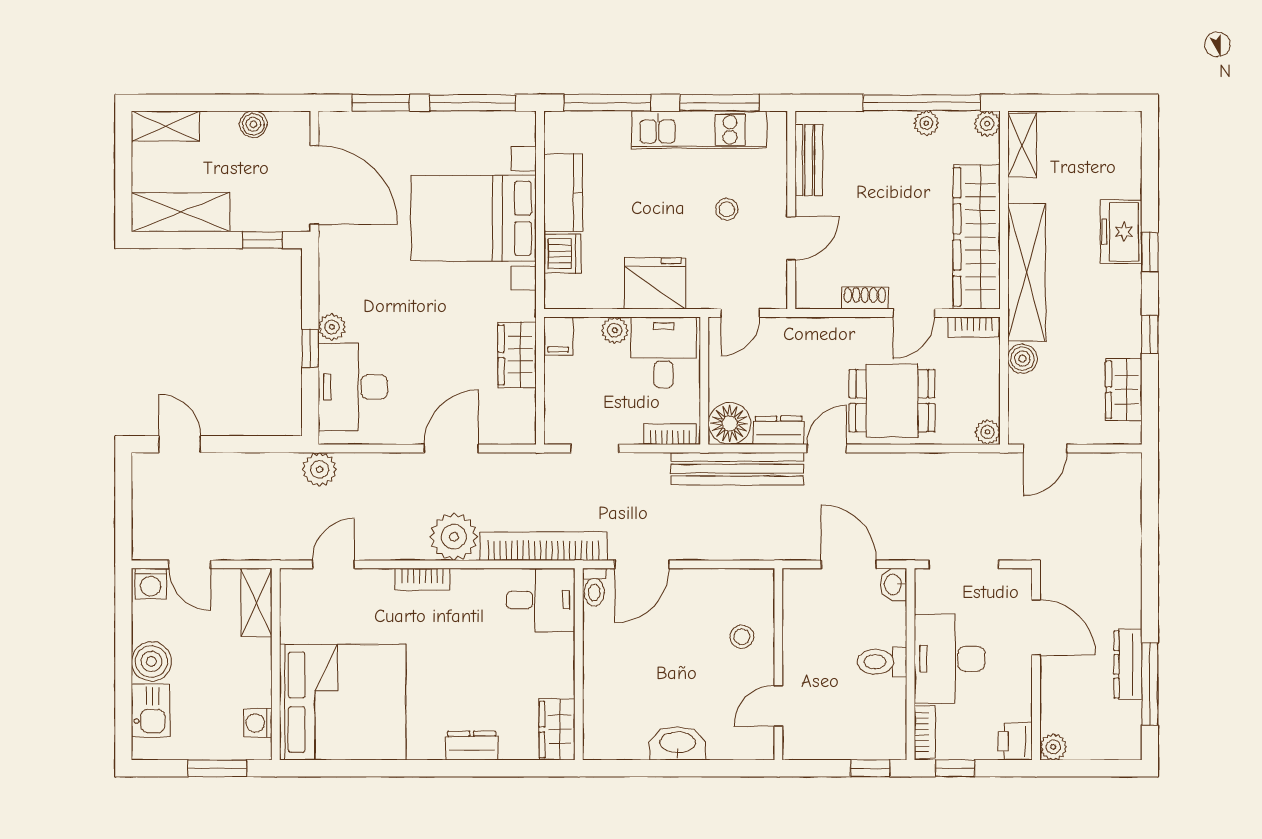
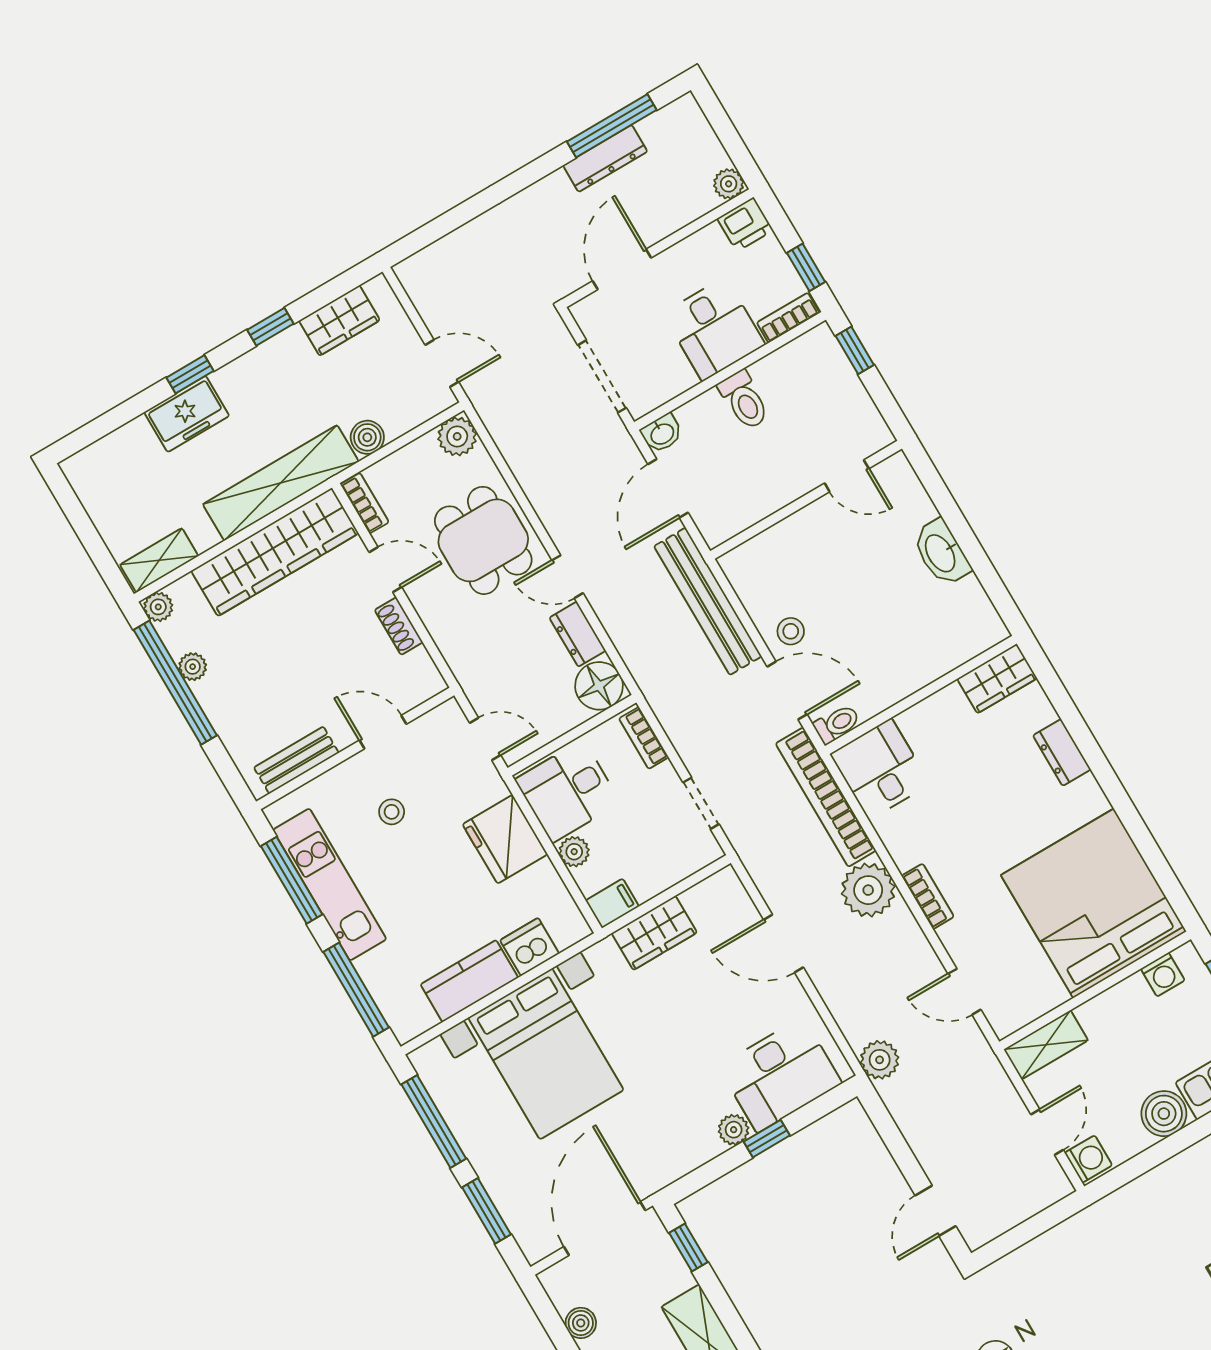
plant: (988, 432) -> (457, 436), width x1.38, depth x1.38
bench: (737, 469) -> (708, 601), moved
stool: (742, 637) -> (791, 631), moved
desk: (949, 659) -> (714, 329), width x0.73

